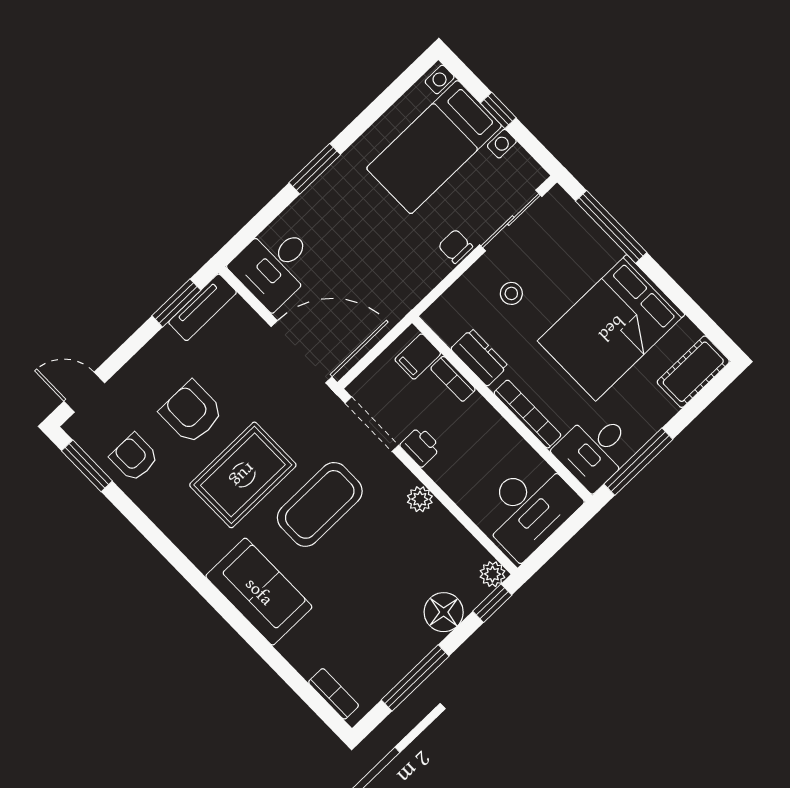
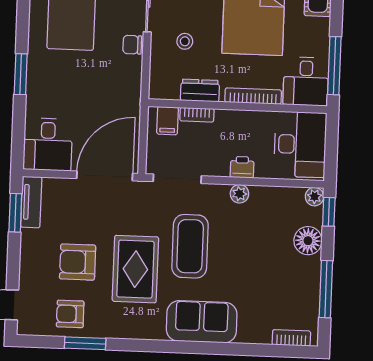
printer: (420, 447) -> (242, 167), moved
window: (87, 466) -> (85, 343), moved

